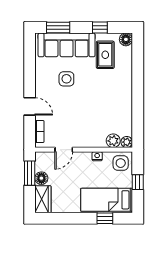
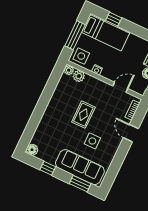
rug: (105, 55) -> (83, 115), moved
window: (138, 182) -> (75, 35), width x2.17

